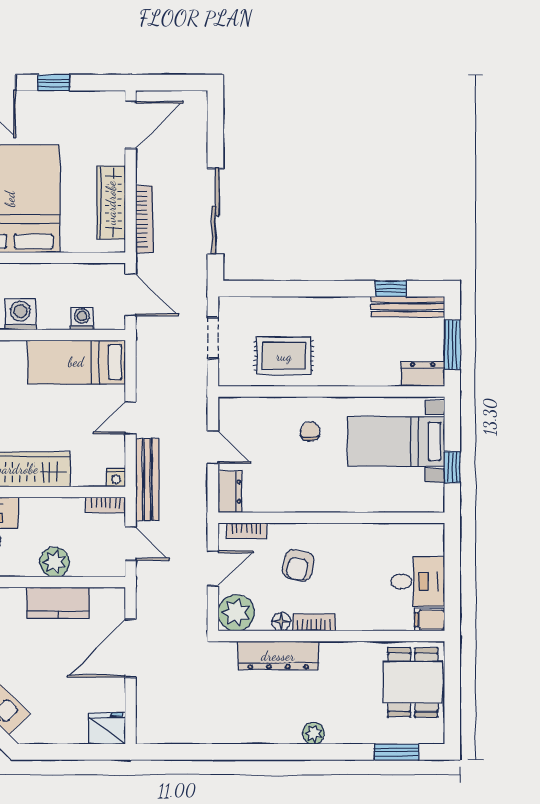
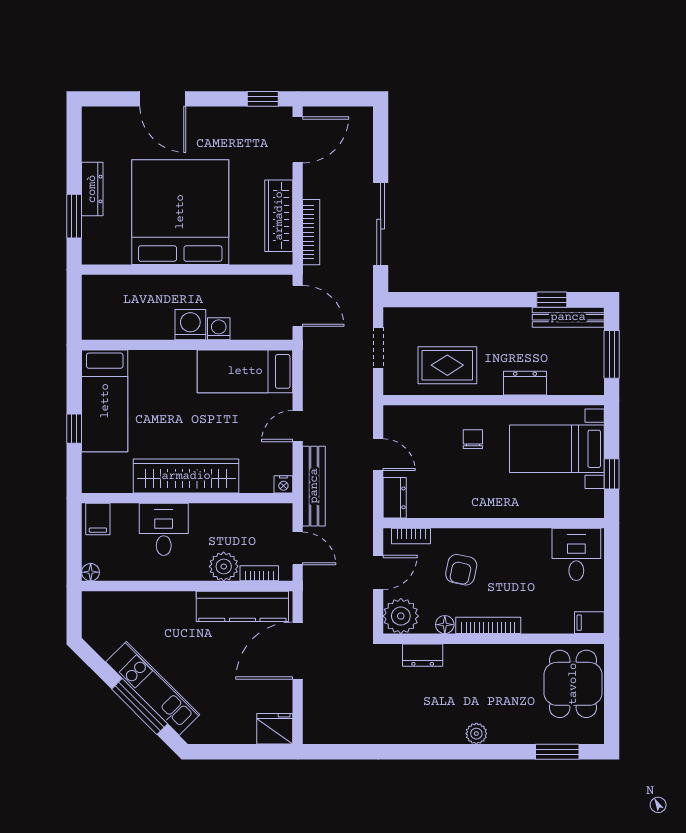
window: (54, 83) -> (263, 99), moved
washing machine: (82, 318) -> (219, 329), moved
dresser: (423, 374) -> (525, 383), moved
bookcase: (106, 505) -> (259, 573), moved, turned 180
desk: (418, 581) -> (576, 554), moved, turned -90
kitchen counter: (58, 603) -> (242, 606), width x1.50
bookcase: (314, 622) -> (488, 625), width x1.56
dresser: (278, 656) -> (423, 655), width x0.51, depth x0.80

